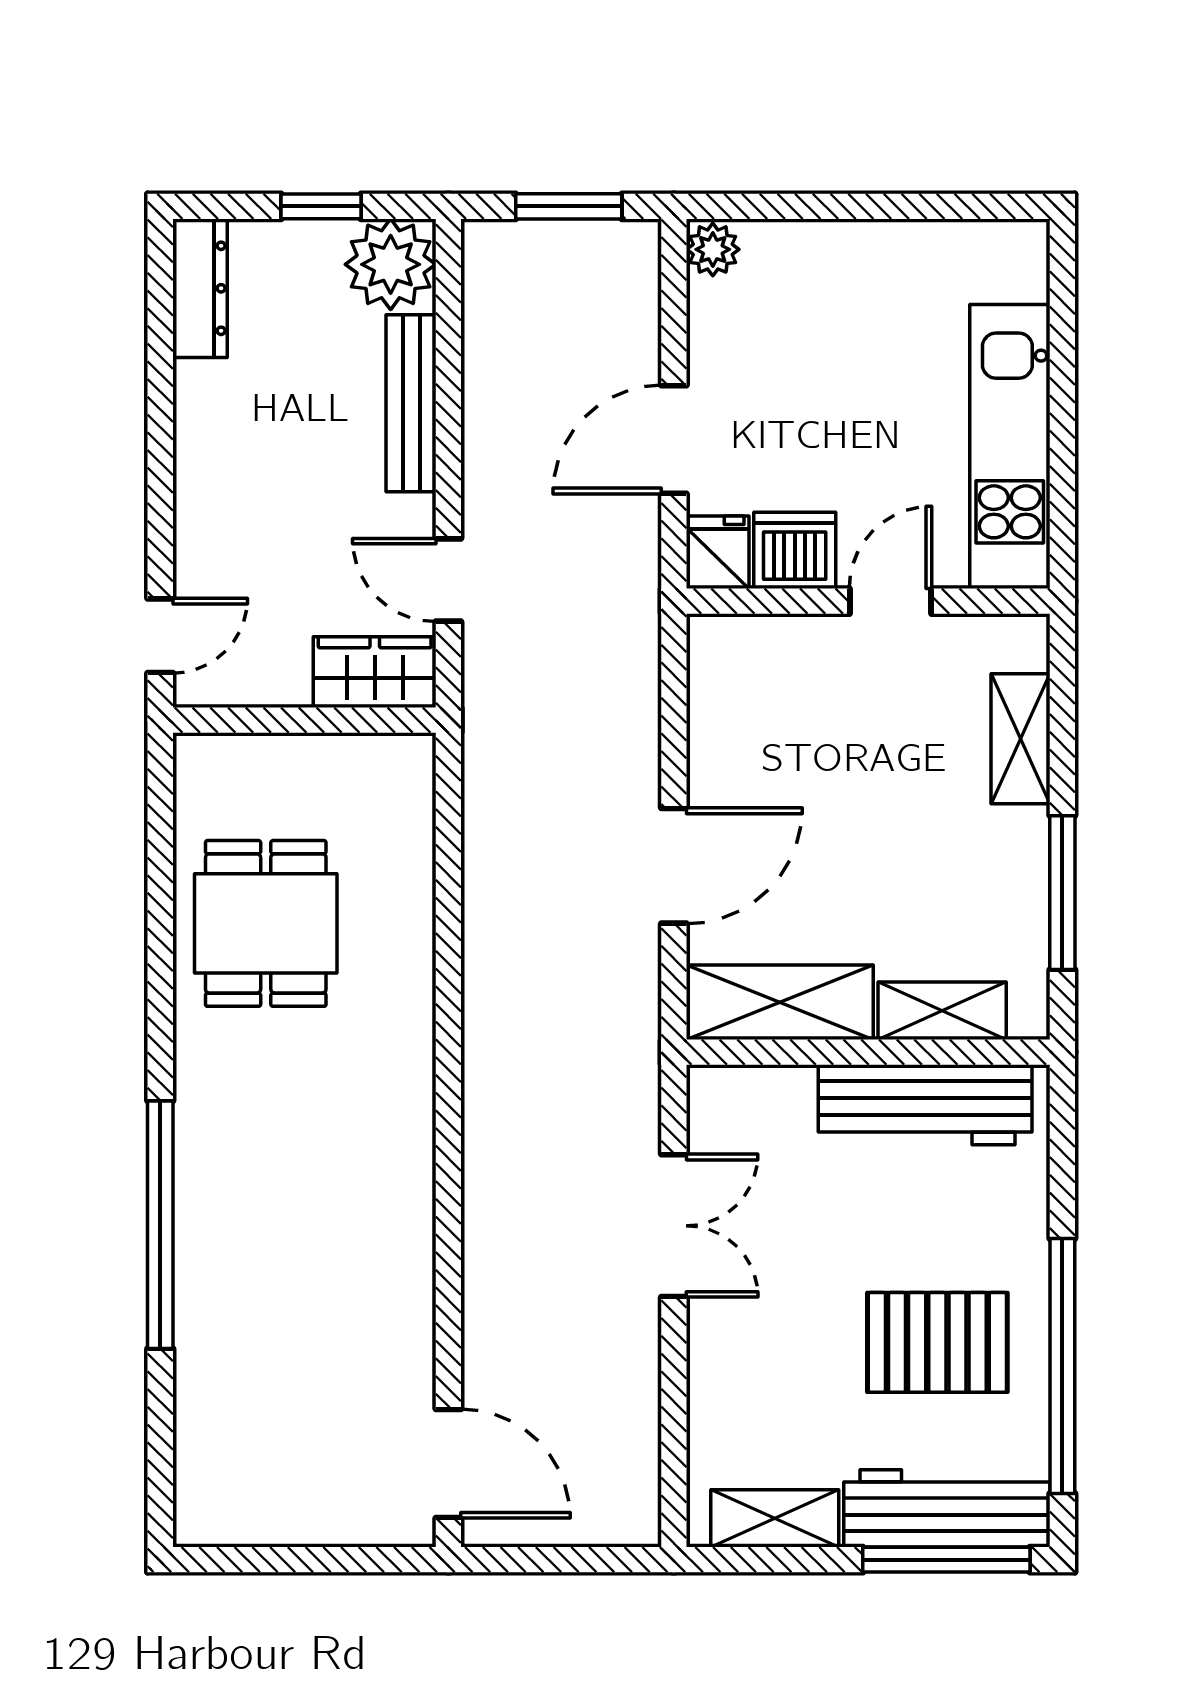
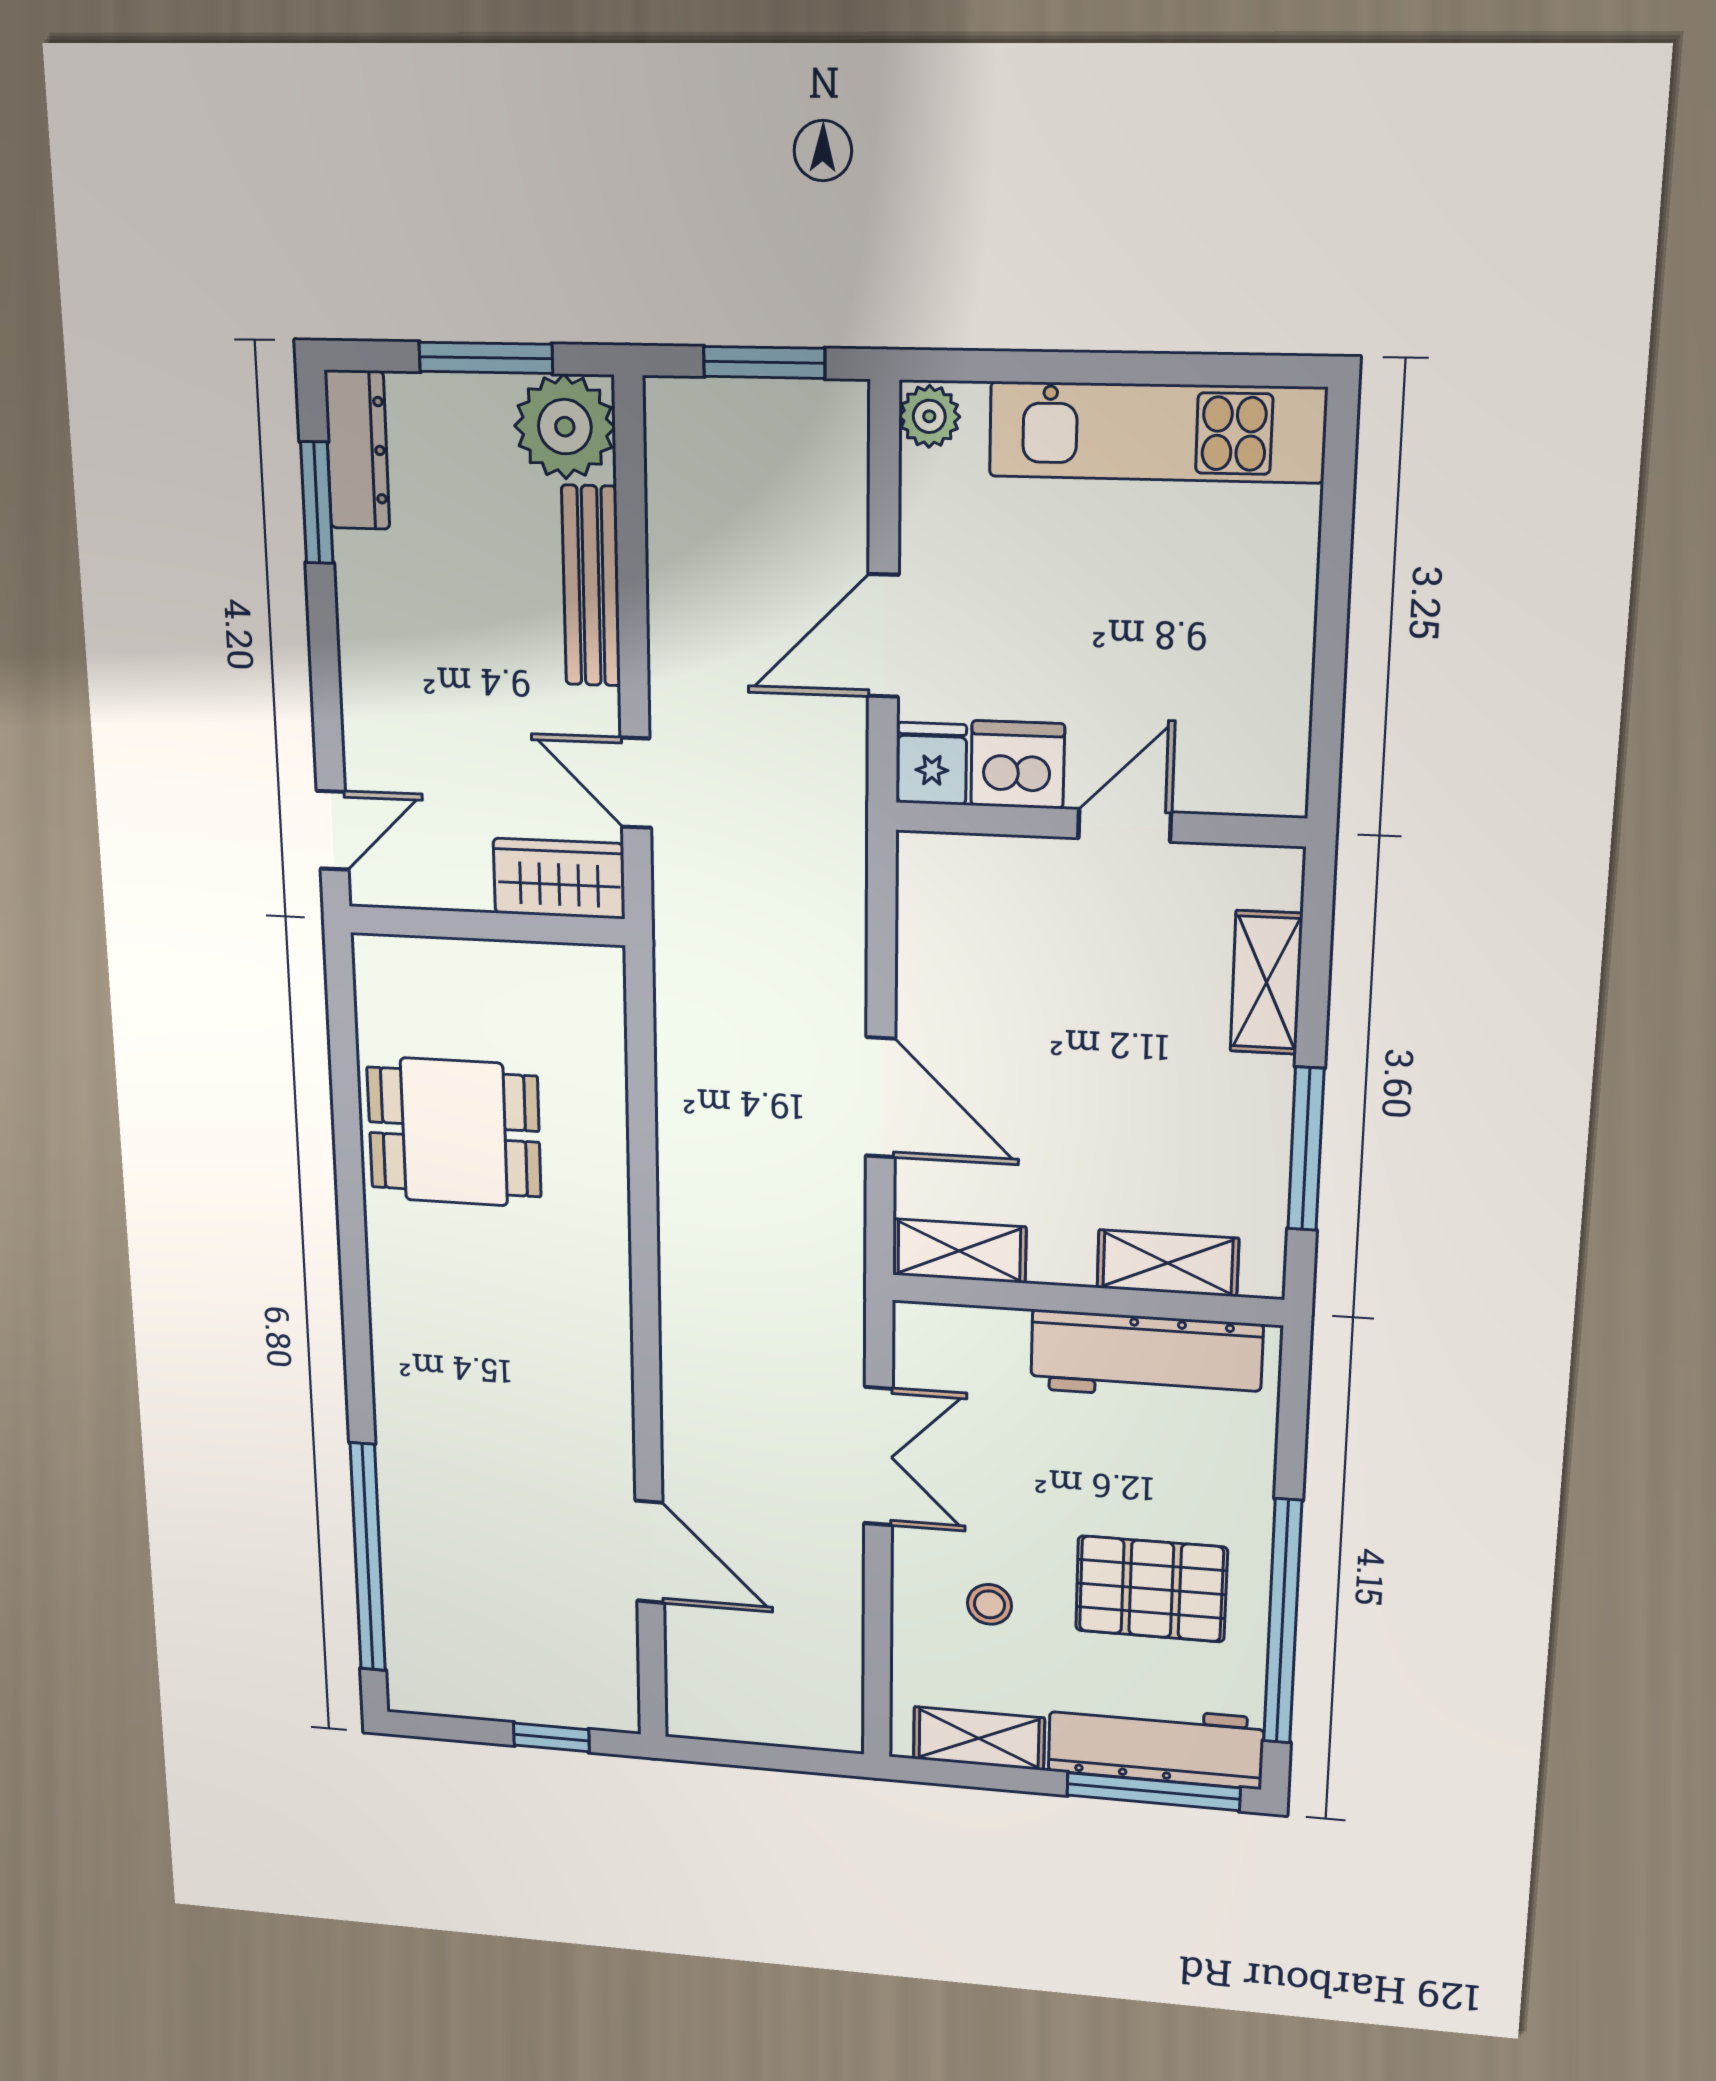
window: (321, 206) -> (486, 358), width x1.50
window: (160, 336) -> (317, 503), added
kitchen unit: (1010, 447) -> (1157, 432), moved, turned -90
door: (674, 866) -> (881, 1097), hinge flipped
dining table: (266, 923) -> (454, 1132), turned 90
shelving: (780, 1002) -> (959, 1251), width x0.67, depth x0.75
window: (160, 1225) -> (368, 1558), moved
stool: (783, 1372) -> (989, 1604), added
door: (448, 1464) -> (650, 1552), moved
window: (344, 1560) -> (551, 1737), added

